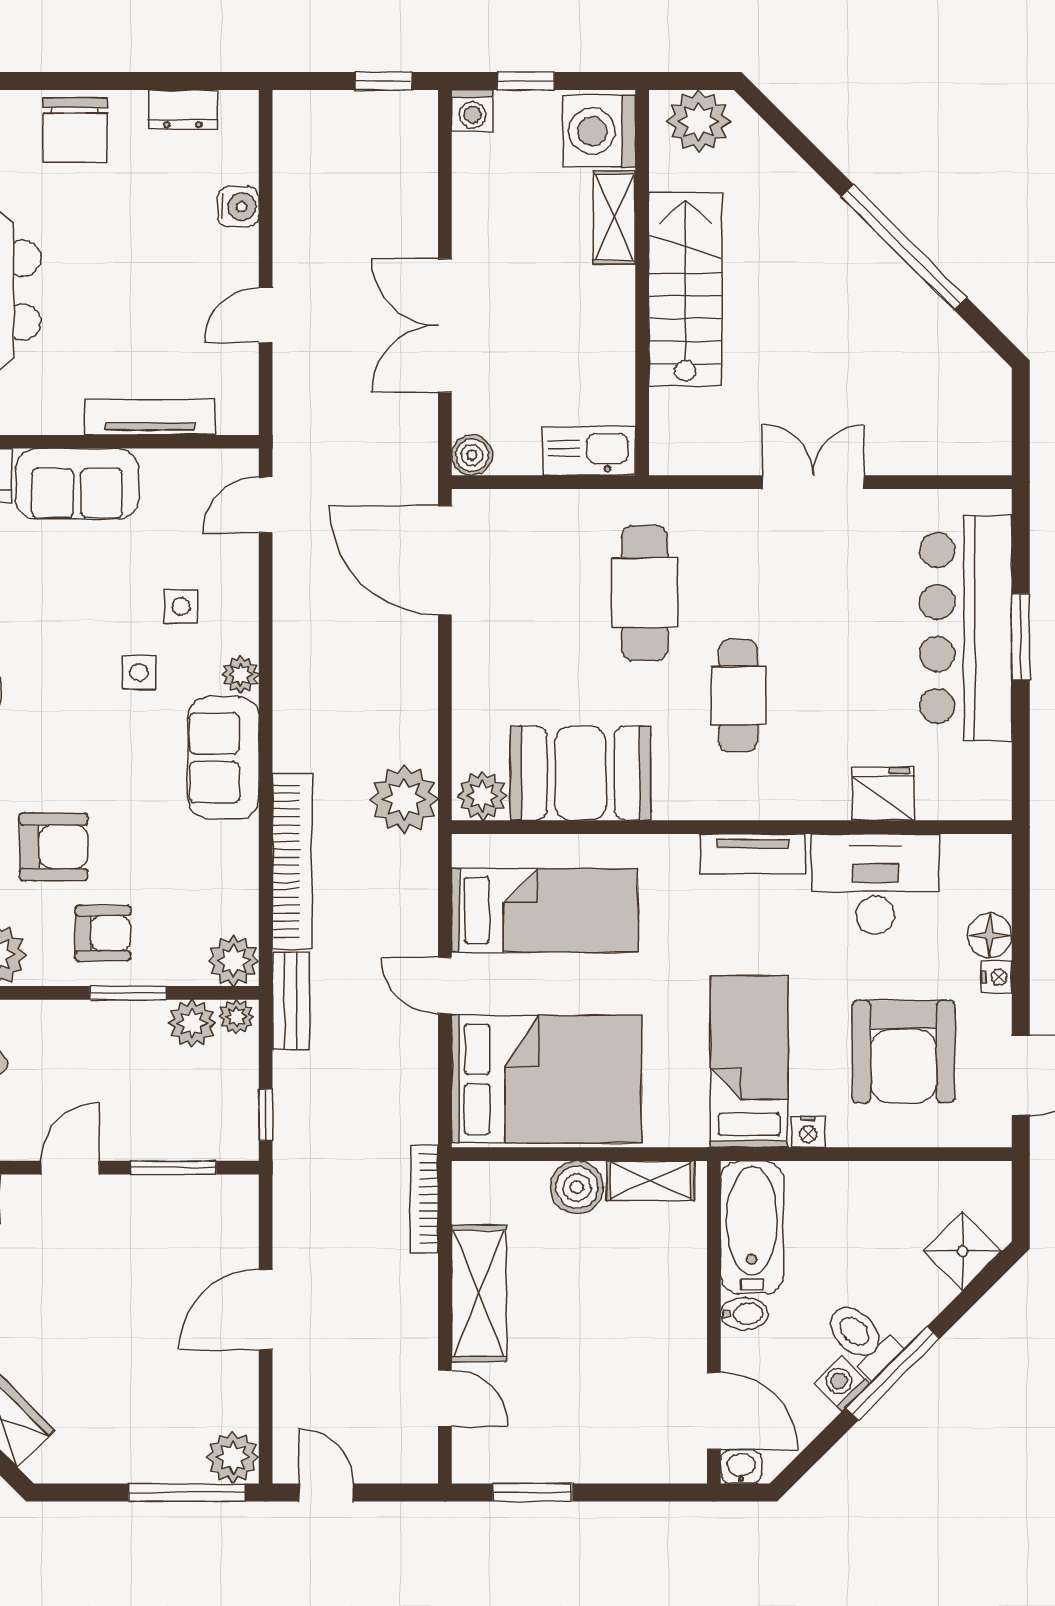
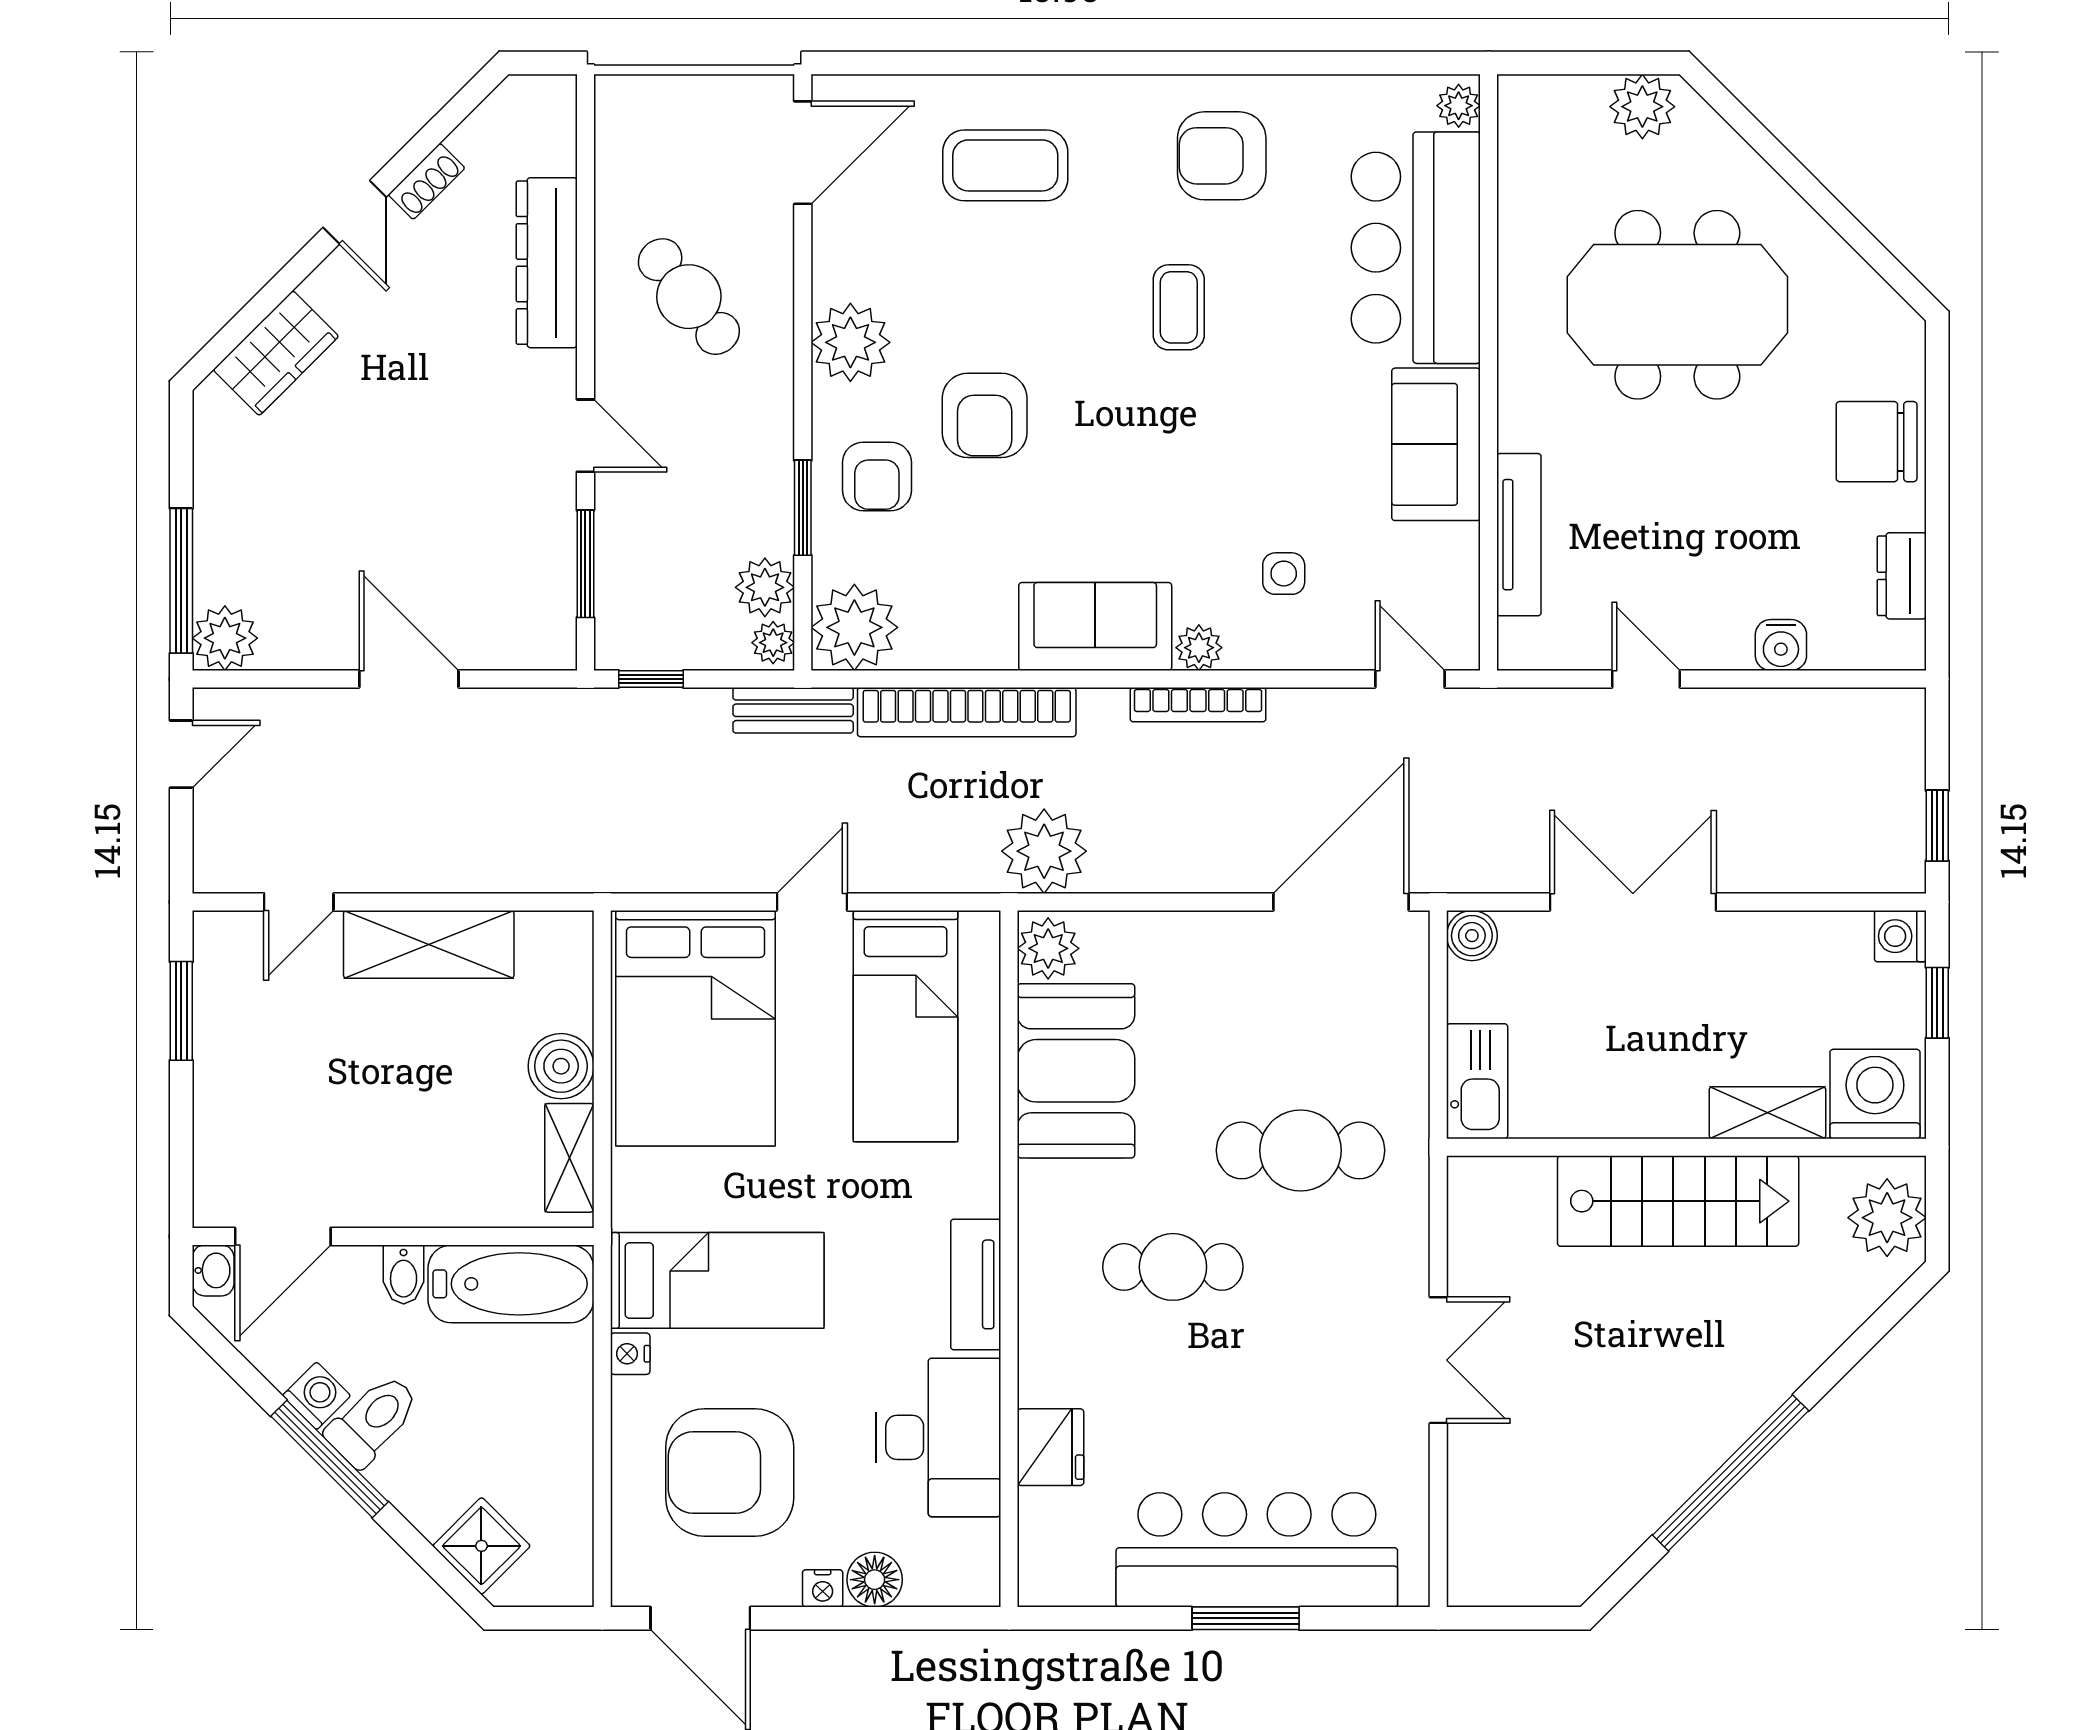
side table: (139, 672) -> (1202, 521), removed
plant: (234, 961) -> (854, 627), width x1.36, depth x1.36
bookcase: (424, 1199) -> (1198, 705), moved, turned 180

